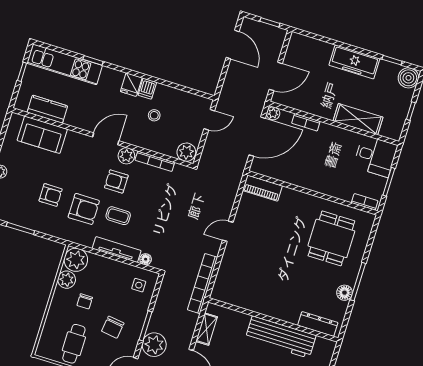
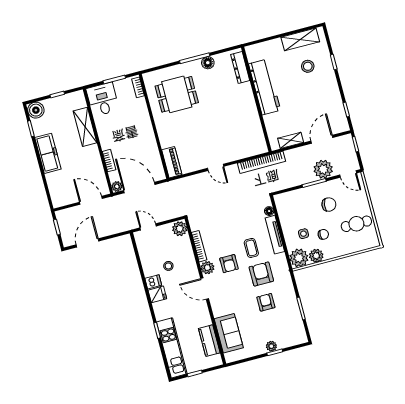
side table: (139, 285) -> (303, 234), moved

